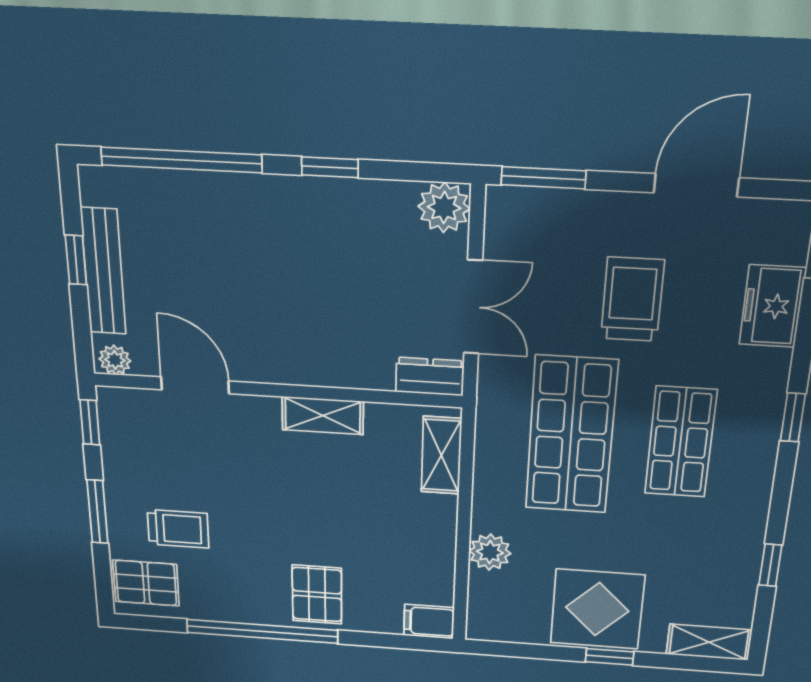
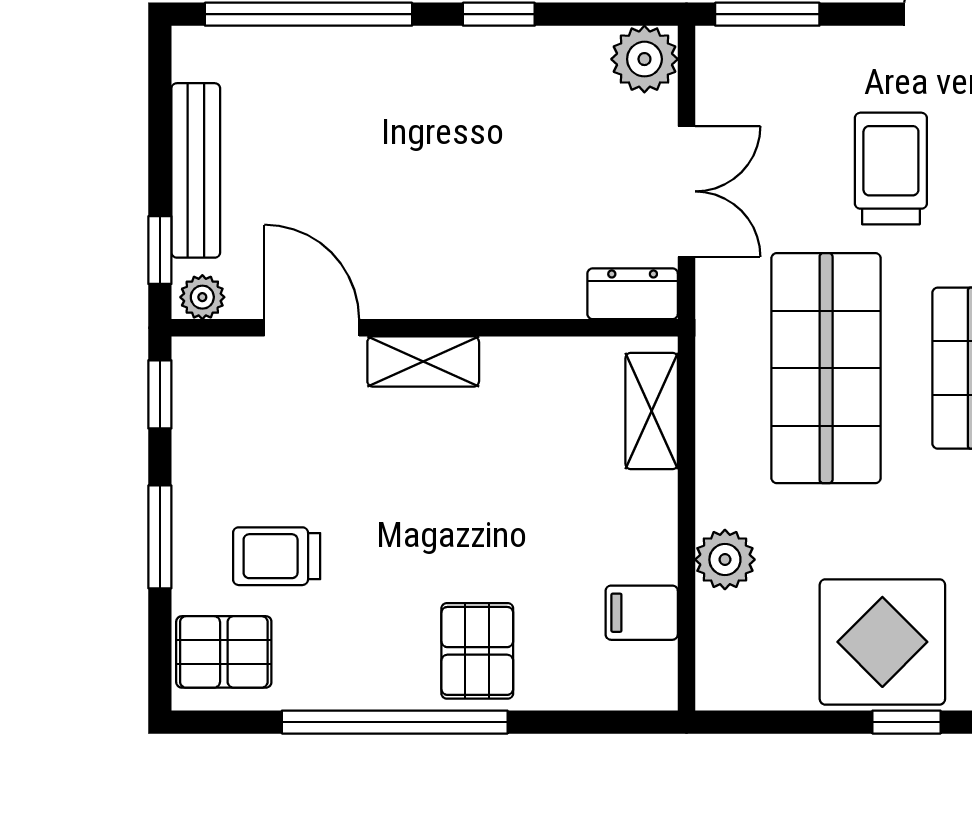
window: (76, 260) -> (160, 250), moved
shelving: (323, 416) -> (423, 362), moved
trolley: (178, 529) -> (277, 556), turned 180
filing cabinet: (429, 621) -> (642, 613), moved

